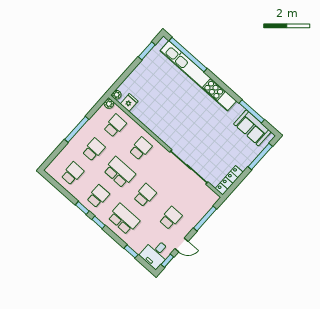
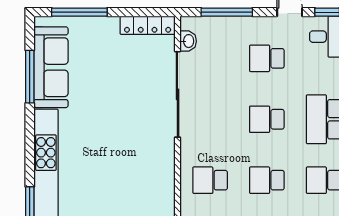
sofa: (252, 128) -> (51, 67), width x1.36
school desk: (119, 172) -> (267, 180), width x0.54
washbasin: (207, 191) -> (188, 41), added

